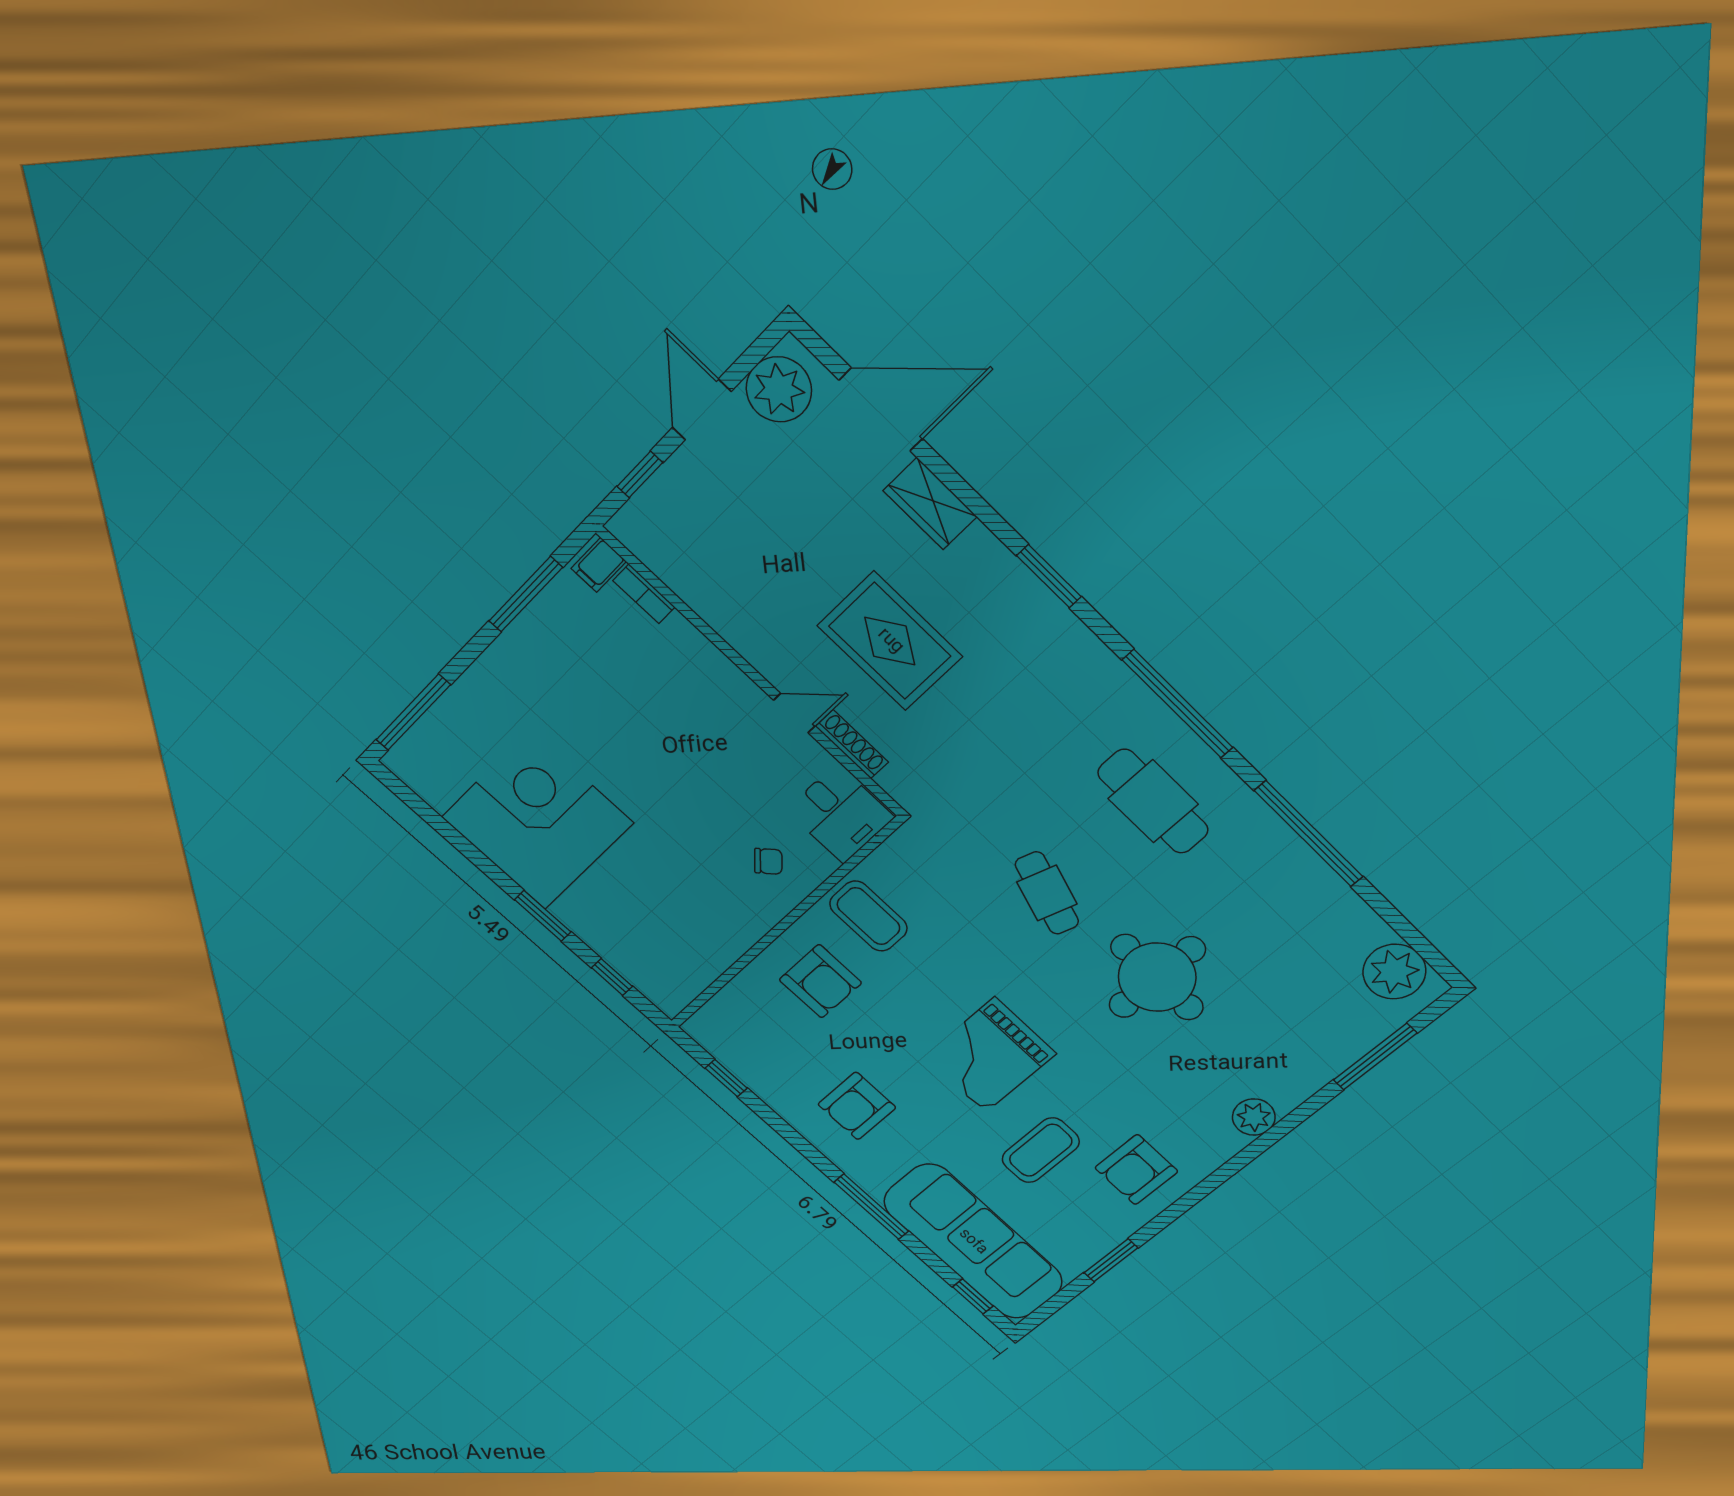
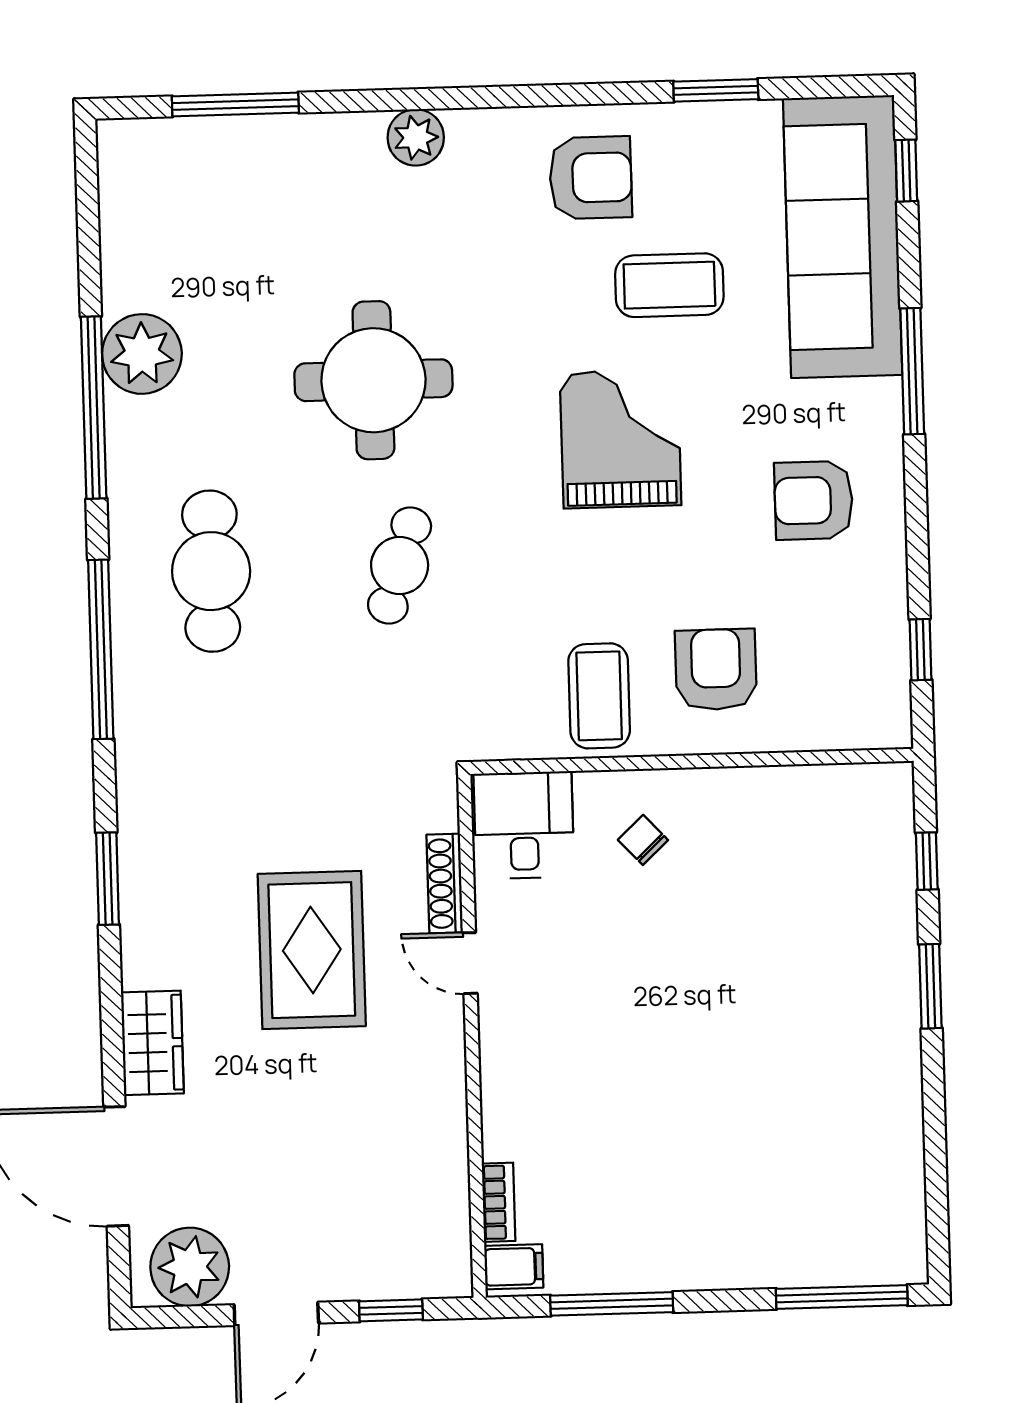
corner desk: (537, 820) -> (832, 1085), removed
plant: (1394, 972) -> (142, 354), moved
grand piano: (990, 1055) -> (620, 439), turned -90
armchair: (857, 1106) -> (814, 500), turned 180

